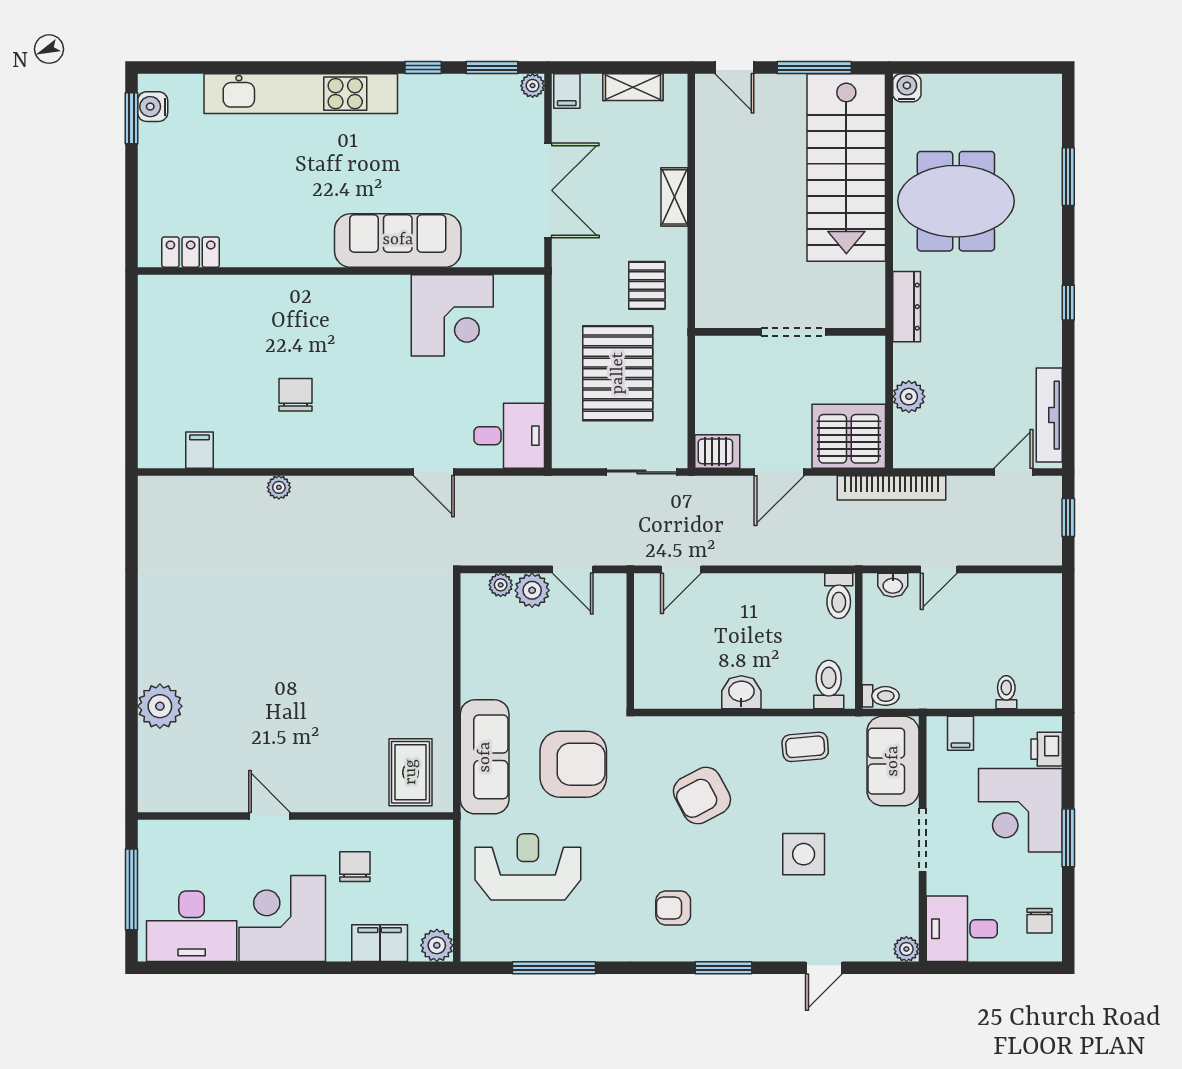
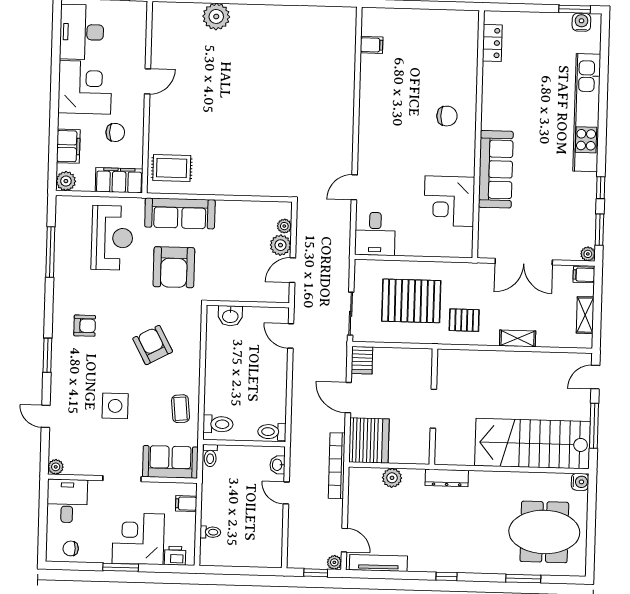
meeting table: (956, 201) -> (544, 532), moved, turned 90
chair: (295, 395) -> (447, 116), moved
plant: (279, 487) -> (334, 562), moved
washbasin: (741, 692) -> (230, 316), moved, turned 90
filing cabinet: (433, 858) -> (119, 180), added
armchair: (673, 908) -> (85, 326), turned 90

